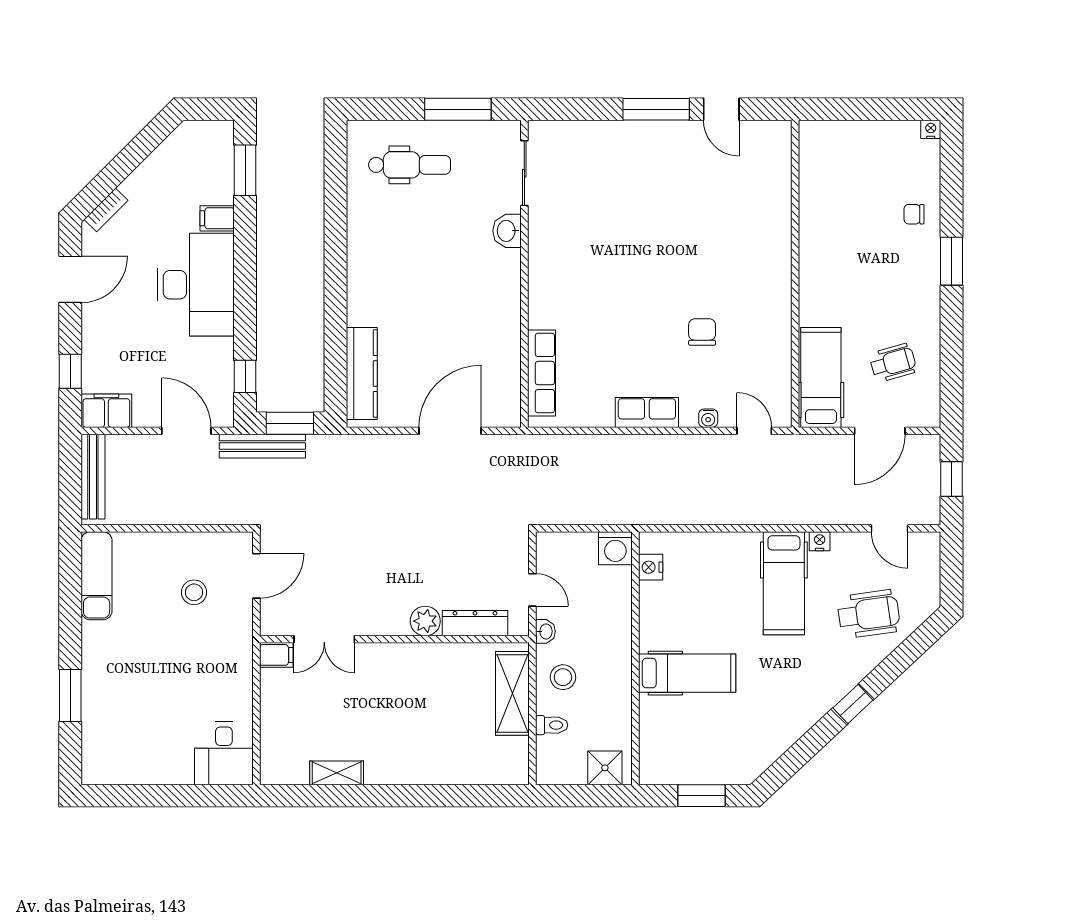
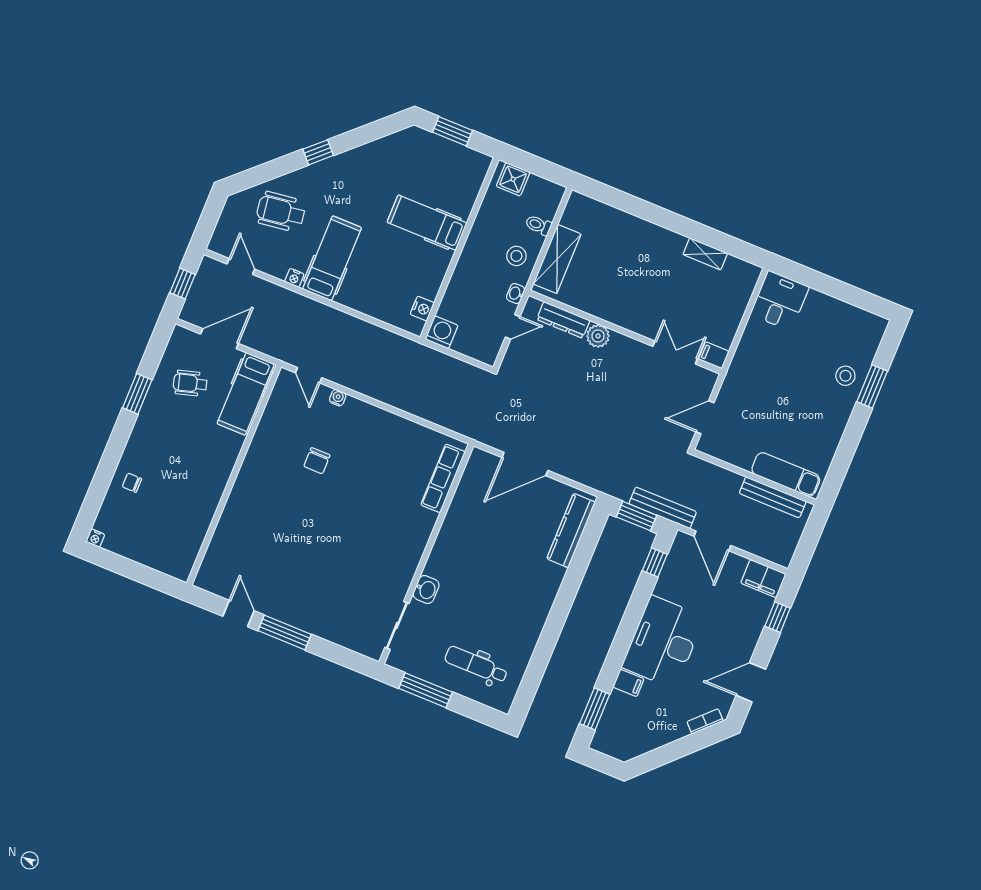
chair: (914, 214) -> (132, 483), turned 180
window: (951, 261) -> (137, 394), moved
row of seats: (647, 412) -> (380, 420), removed
bench: (93, 477) -> (773, 497), moved, turned 90
exam couch: (97, 576) -> (786, 474), moved, turned 90
door: (532, 590) -> (513, 327), swing flipped
stool: (194, 592) -> (845, 376), moved

